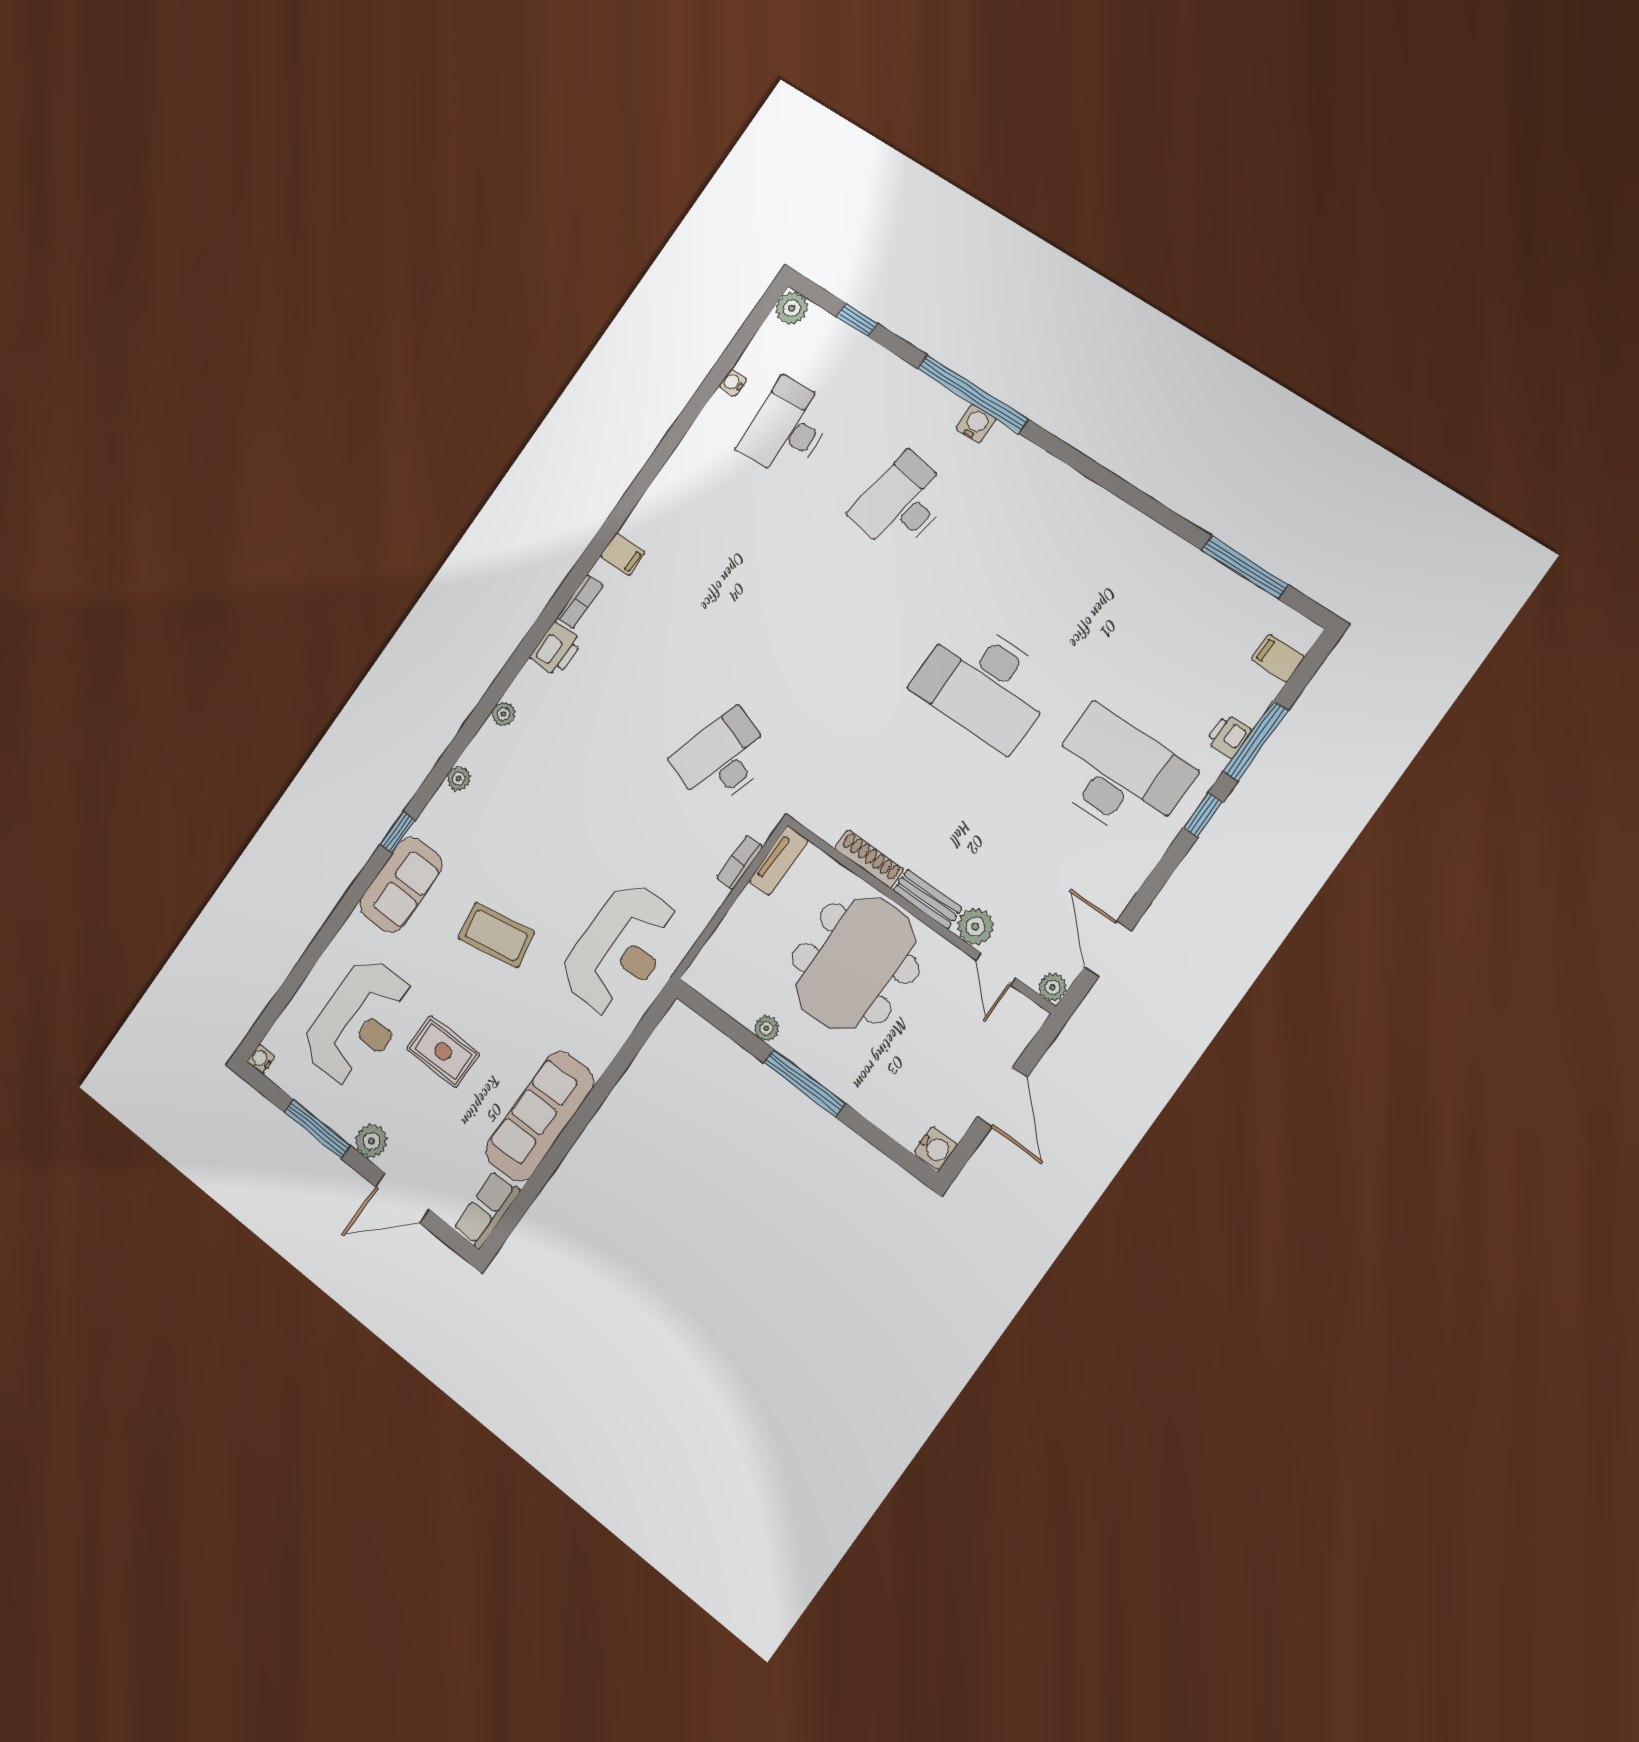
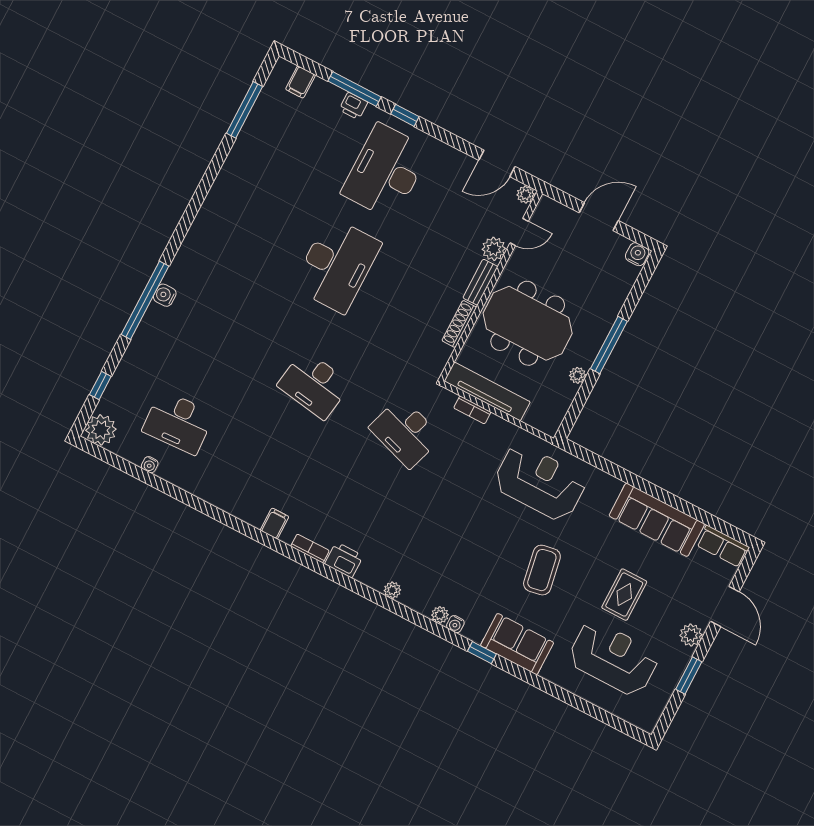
plant: (792, 308) -> (101, 430), width x1.36, depth x1.36
desk: (902, 504) -> (314, 385), moved
tv unit: (778, 861) -> (487, 391), width x1.92, depth x1.29
water cooler: (261, 1059) -> (455, 624), moved
window: (317, 1129) -> (689, 675), width x0.69

